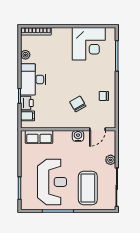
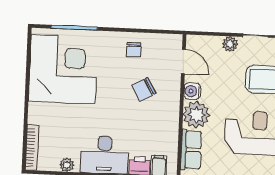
corner desk: (89, 44) -> (63, 69), width x1.36, depth x1.36
plant: (63, 139) -> (196, 115), added

